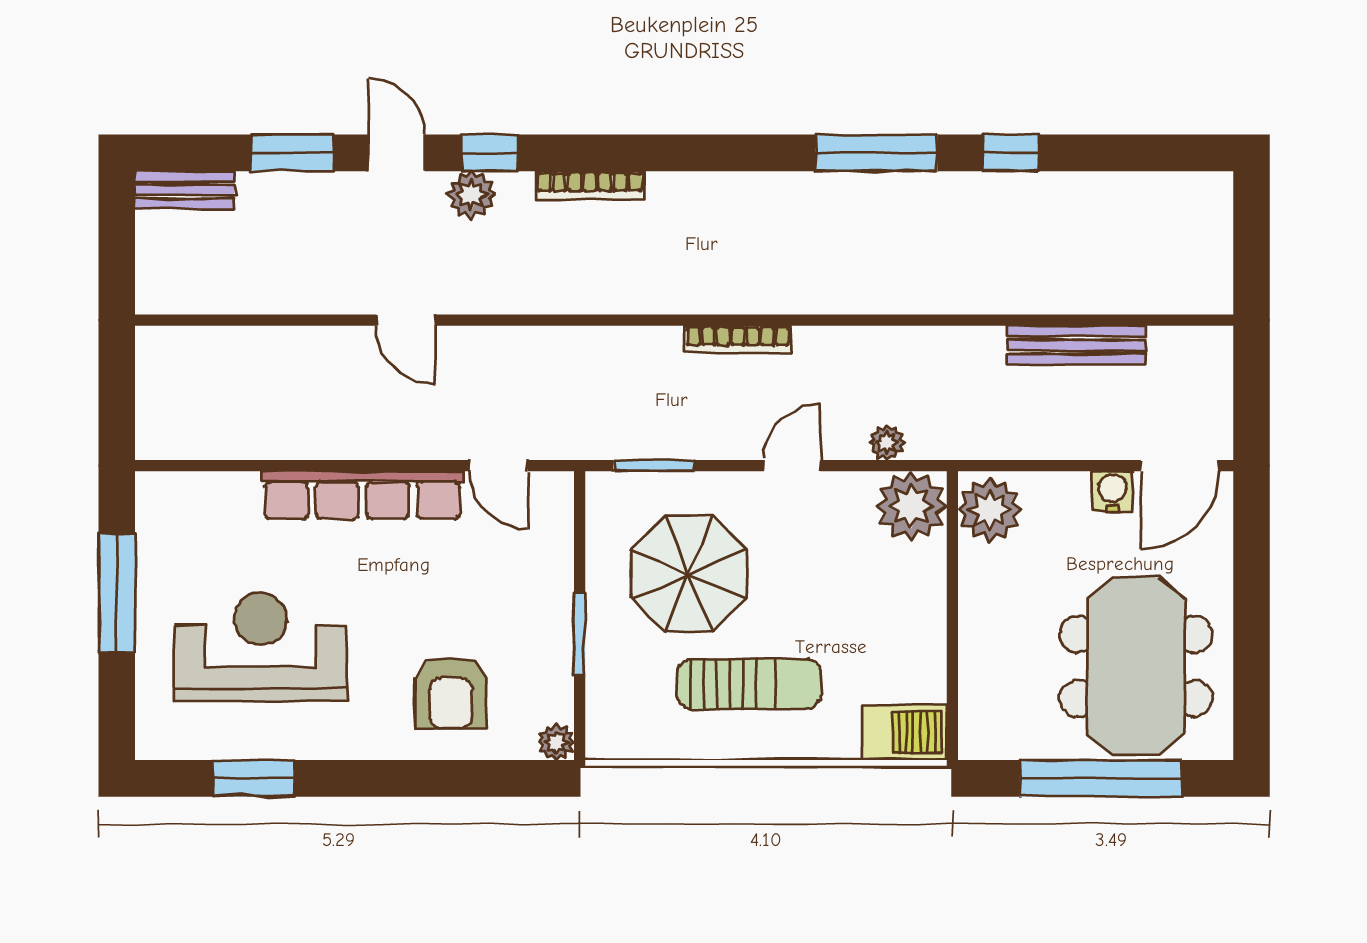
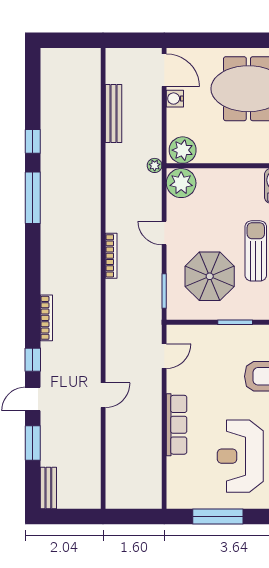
plant: (471, 195) -> (50, 368), removed
plant: (887, 443) -> (155, 165), moved
row of seats: (362, 495) -> (177, 425), width x0.73

